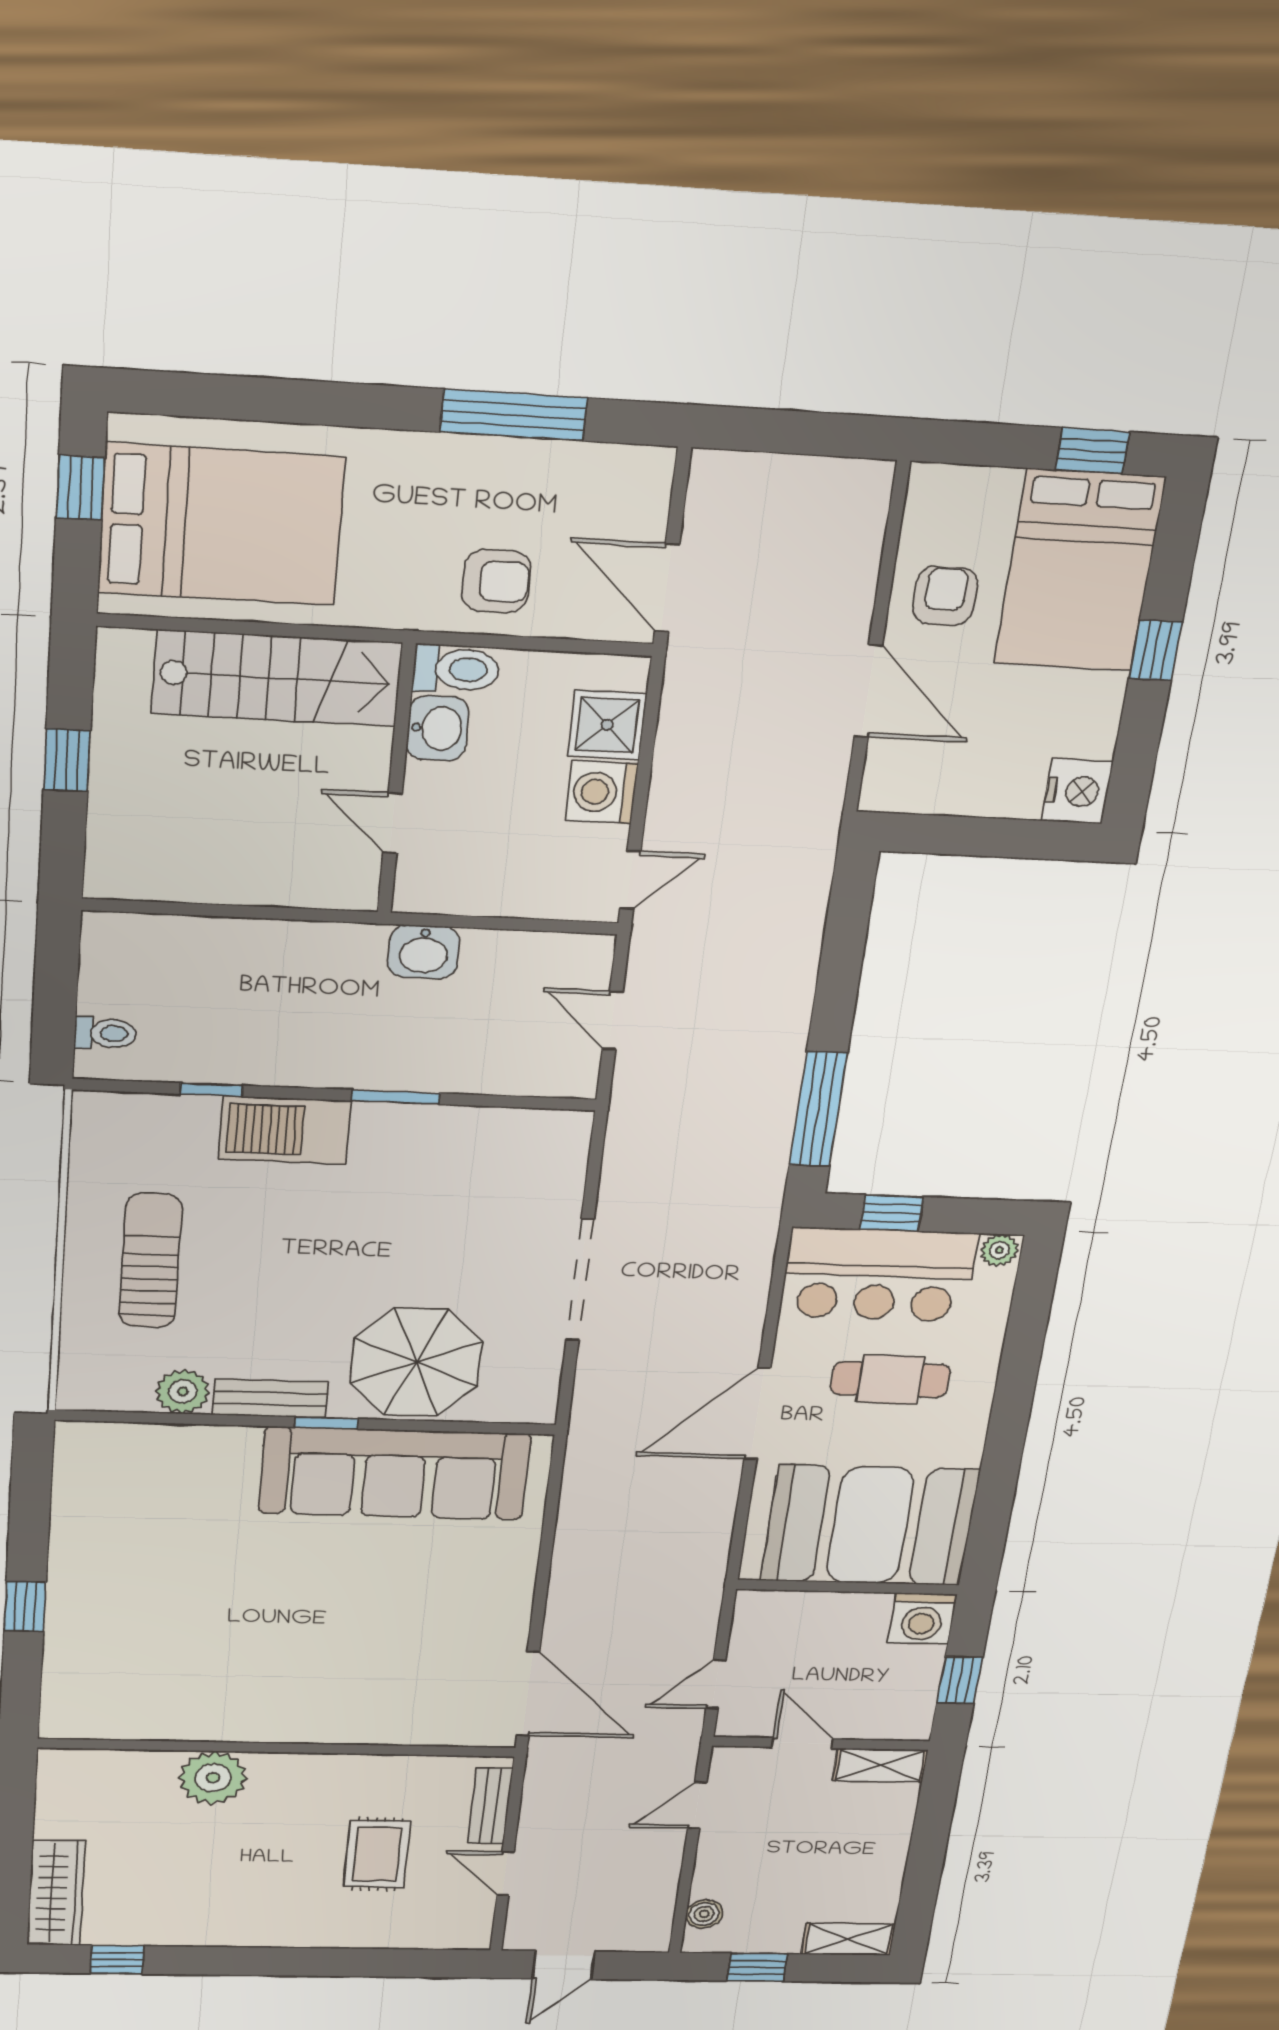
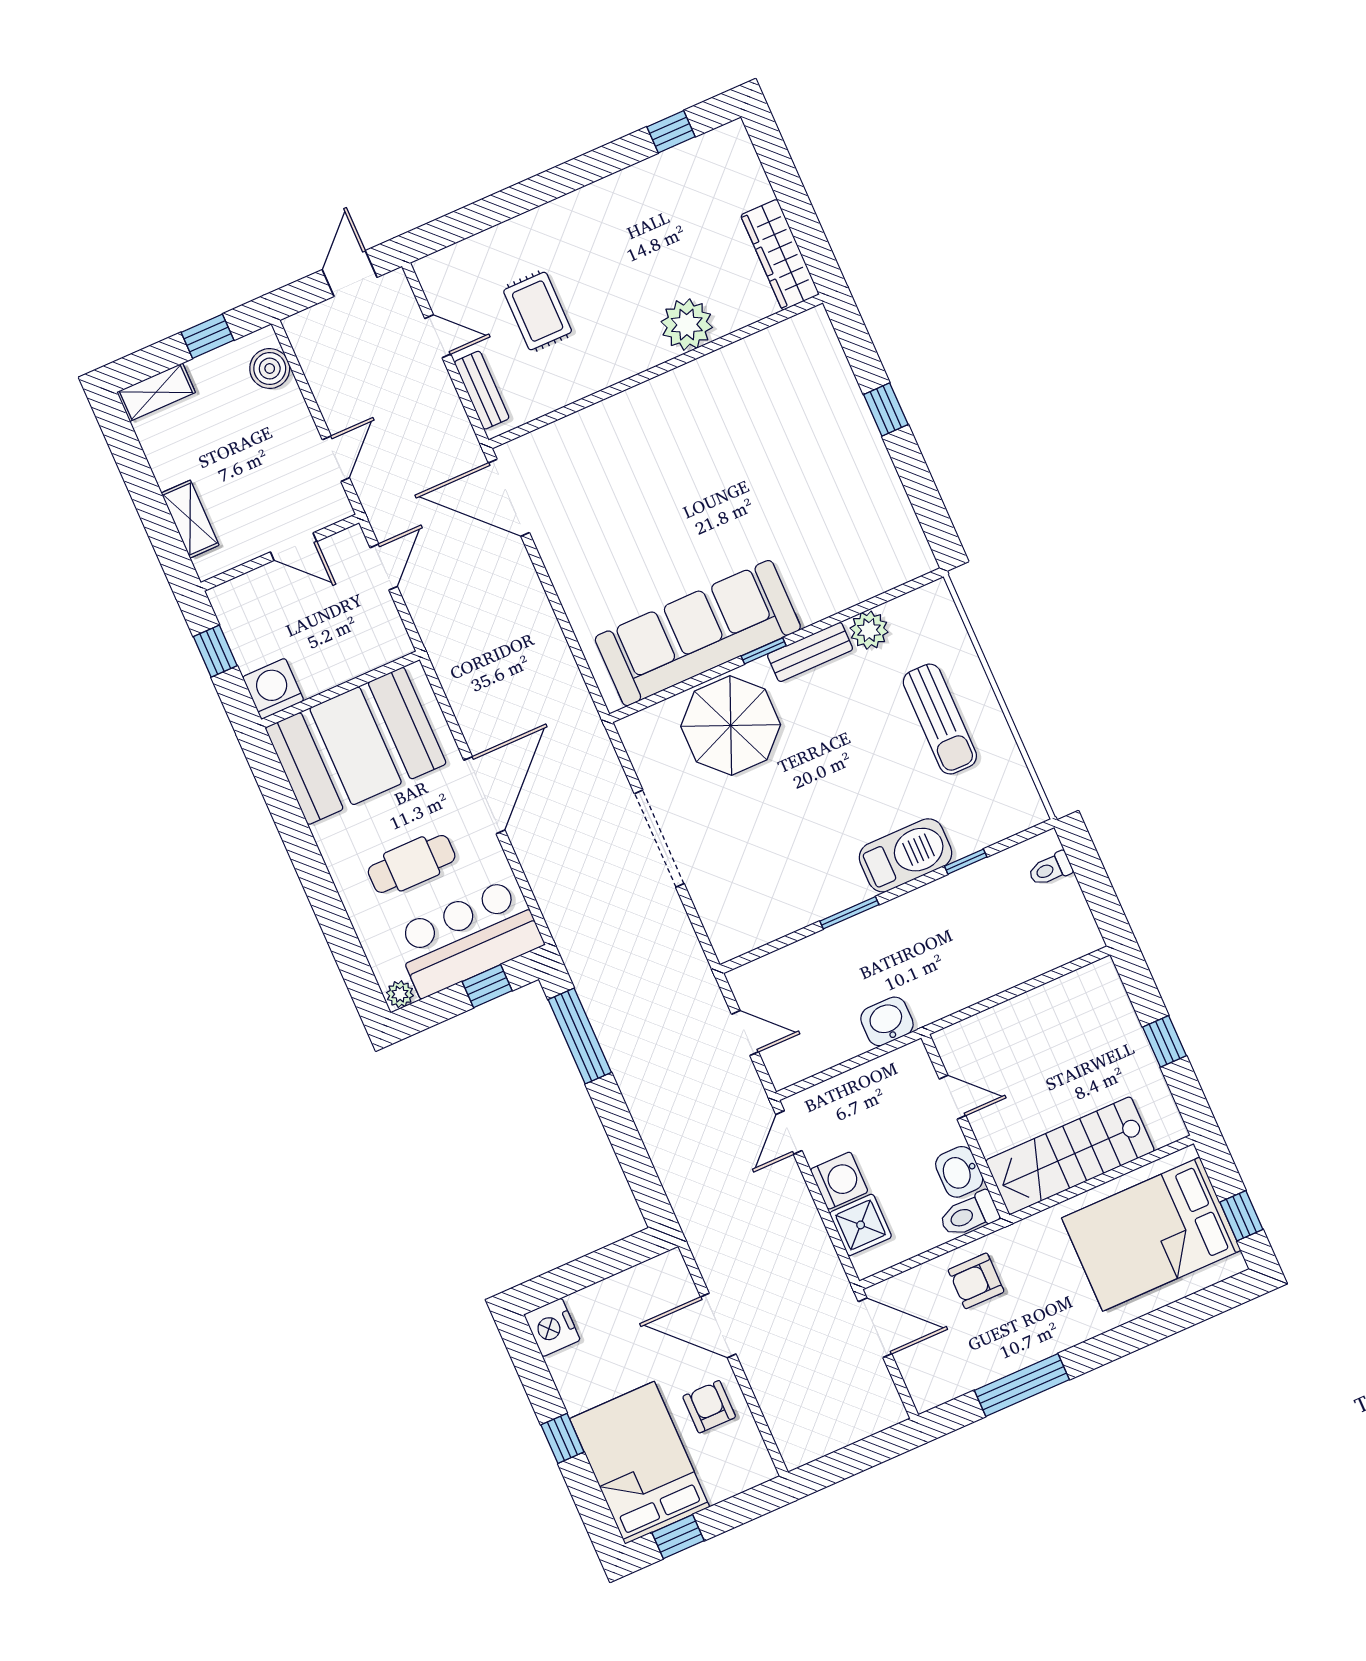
armchair: (945, 596) -> (709, 1407), turned 180
shelving: (880, 1765) -> (190, 519), moved, turned 90
wardrobe: (56, 1893) -> (780, 255), moved
boiler: (704, 1914) -> (270, 368), width x1.36, depth x1.36

